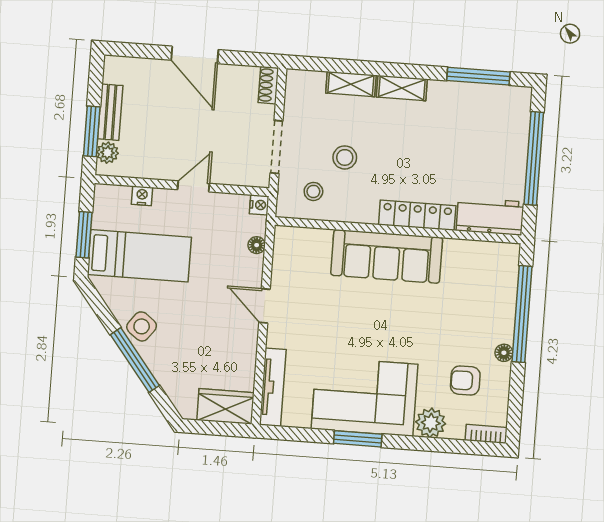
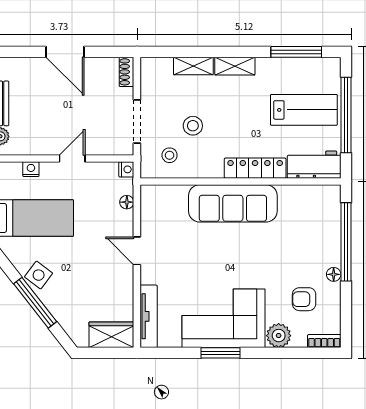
lab bench: (482, 148) -> (304, 110), added

